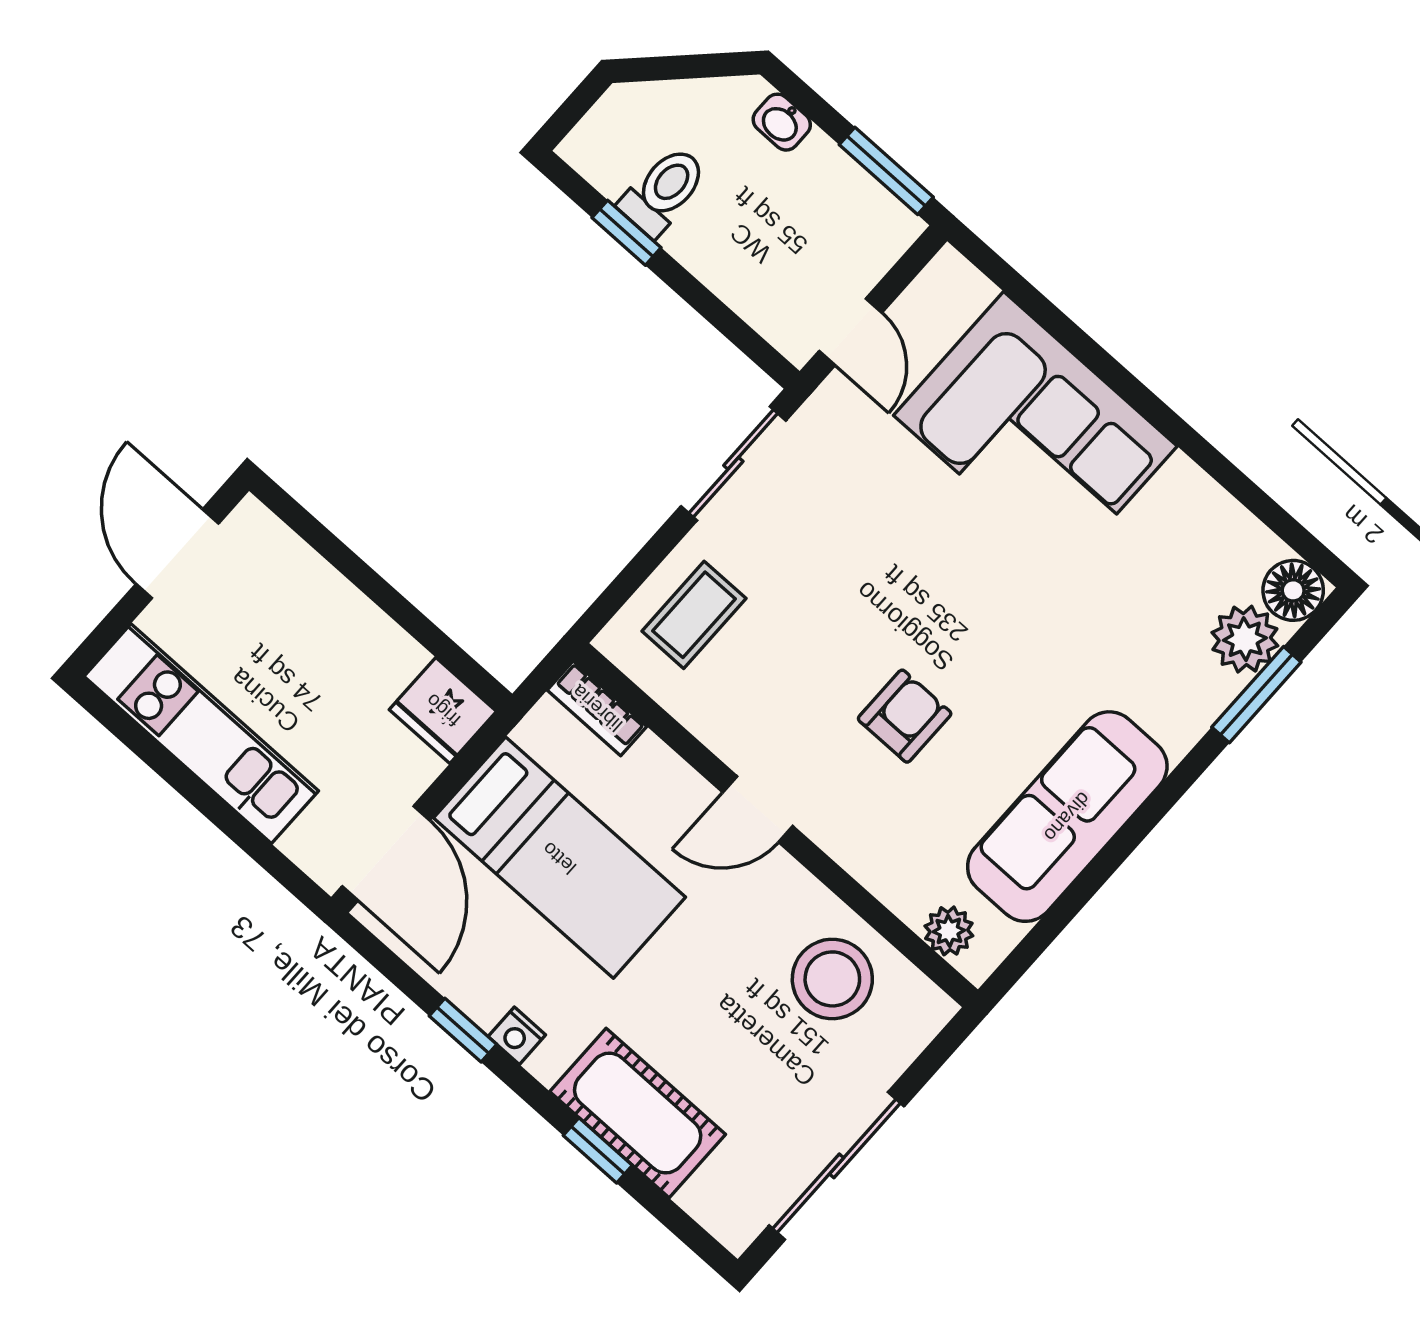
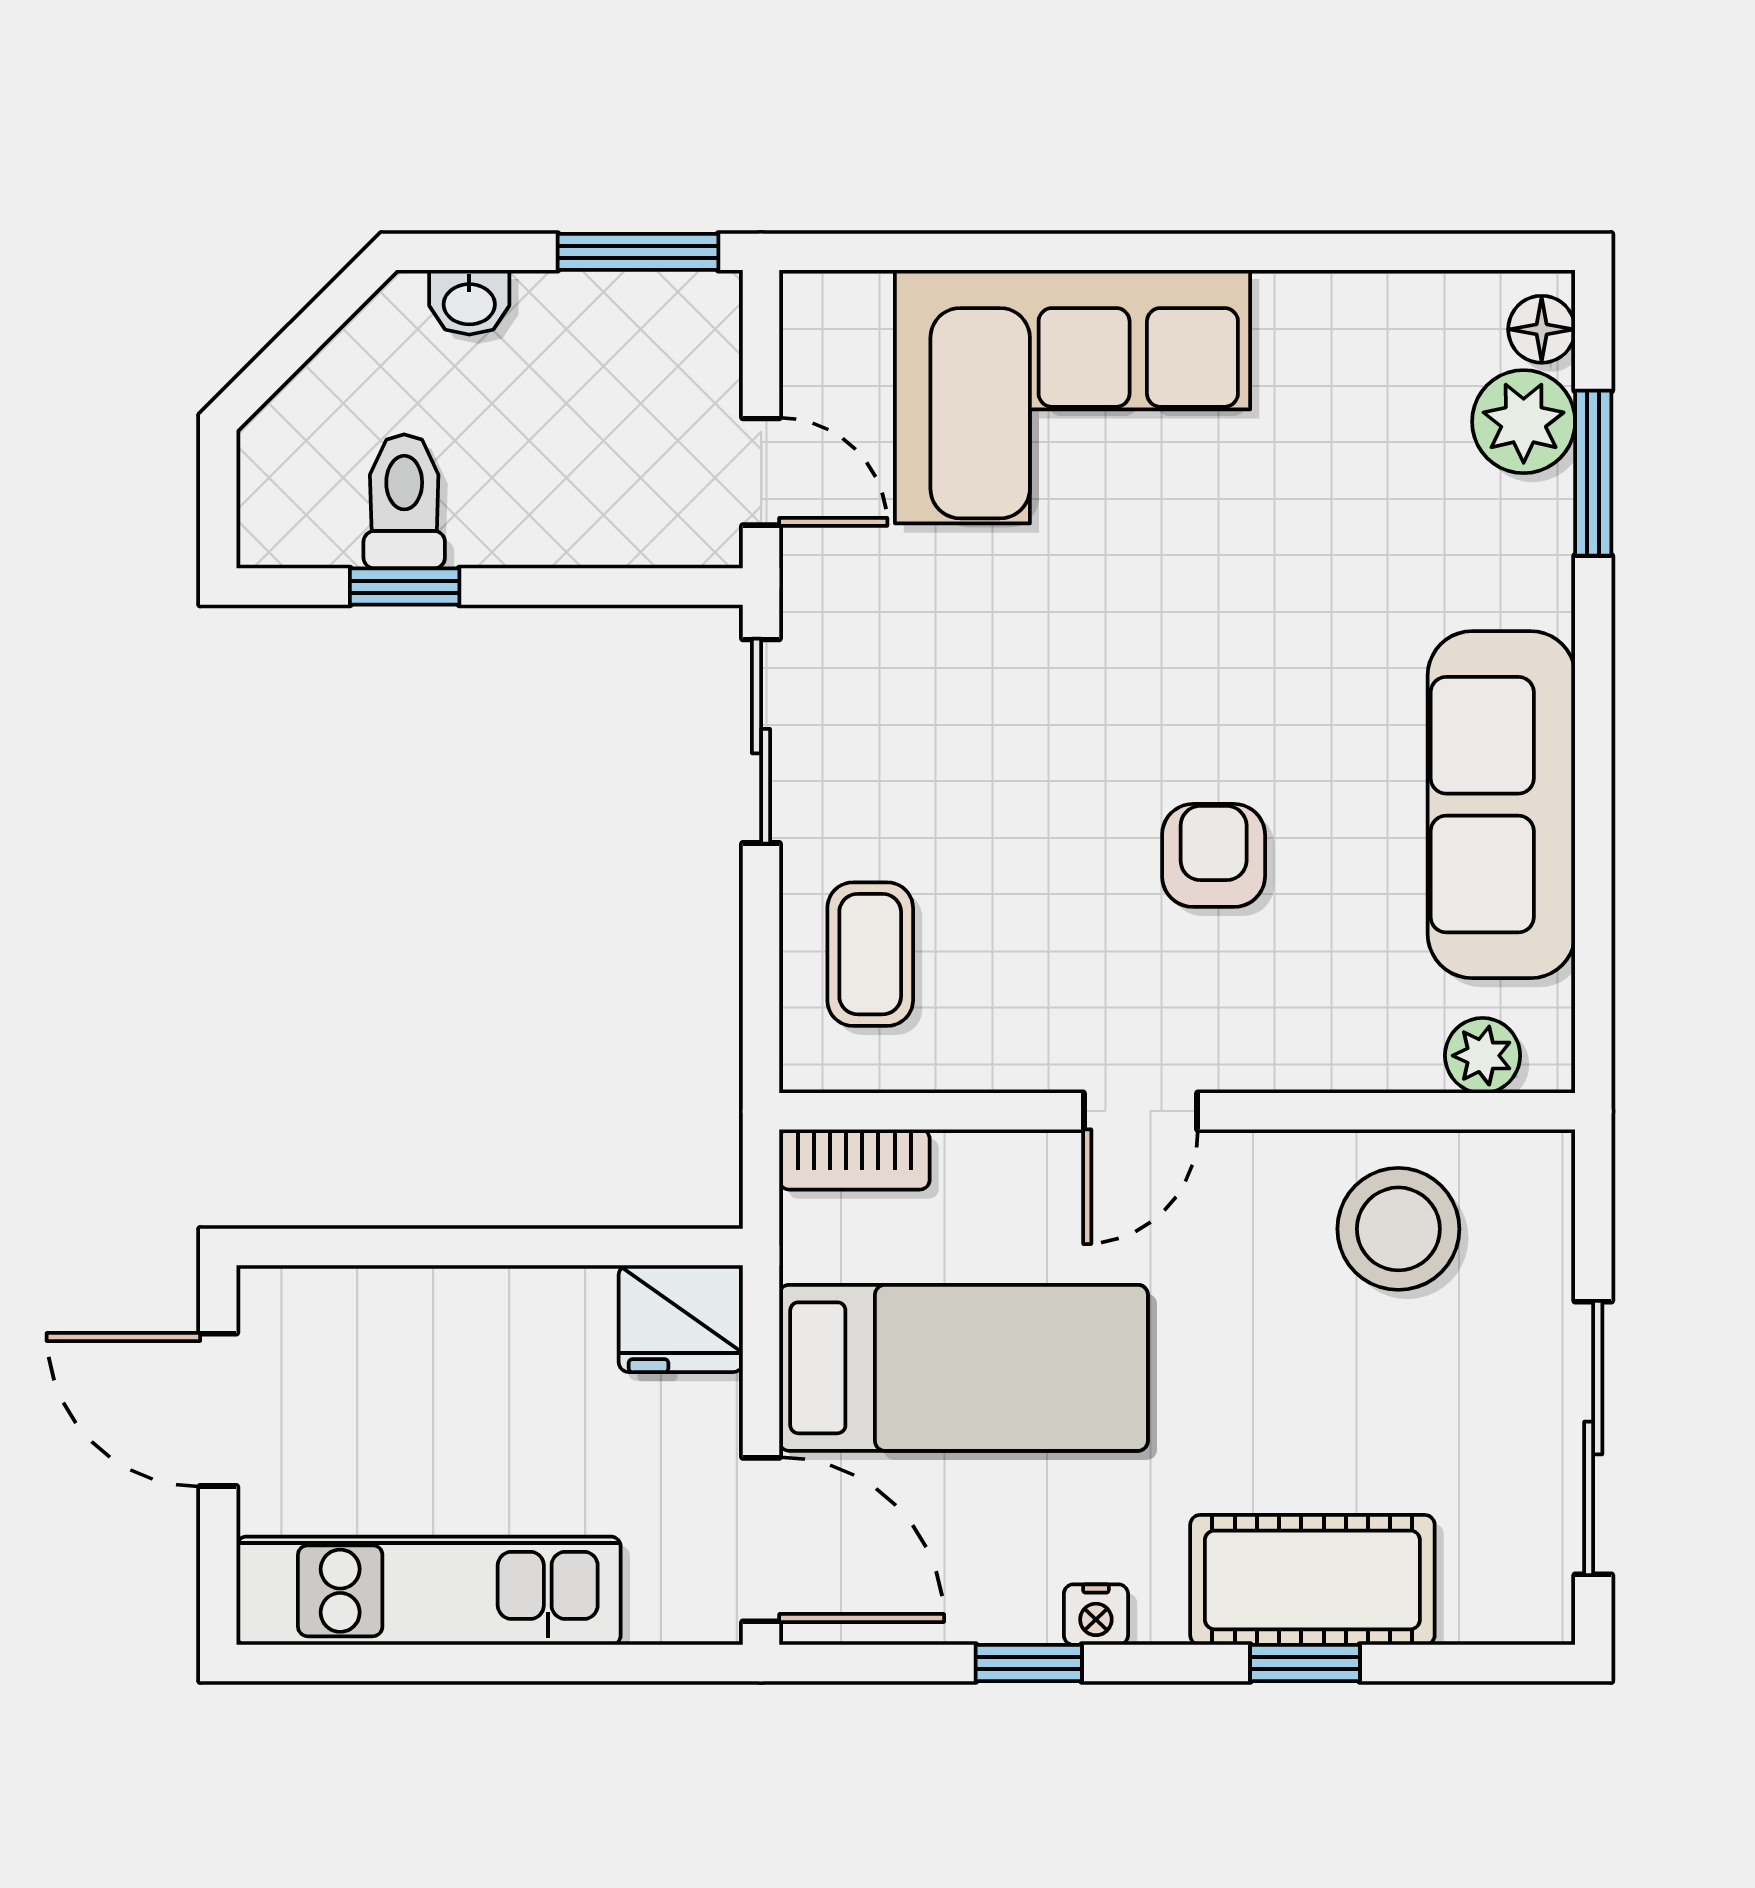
floor lamp: (1293, 590) -> (1542, 329), width x0.73, depth x0.73

